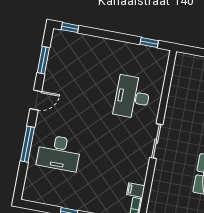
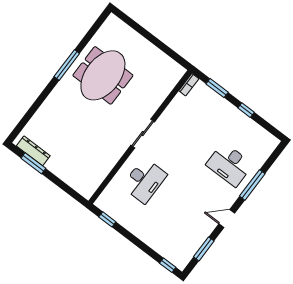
desk: (59, 153) -> (229, 165), turned 180
filing cabinet: (136, 190) -> (181, 101), removed

